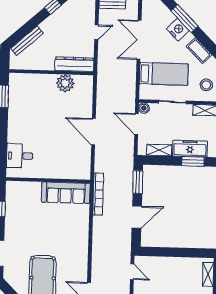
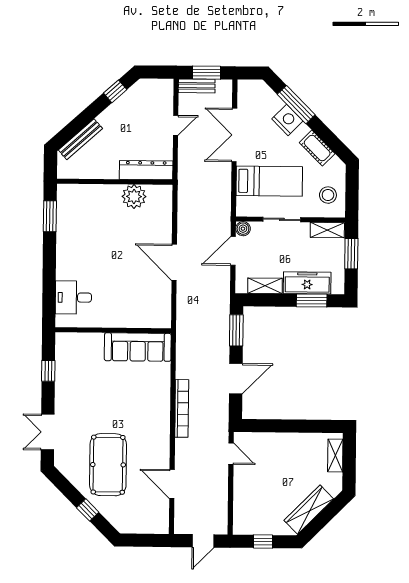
door: (136, 124) -> (233, 251), hinge flipped
bookcase: (98, 194) -> (182, 408), moved

